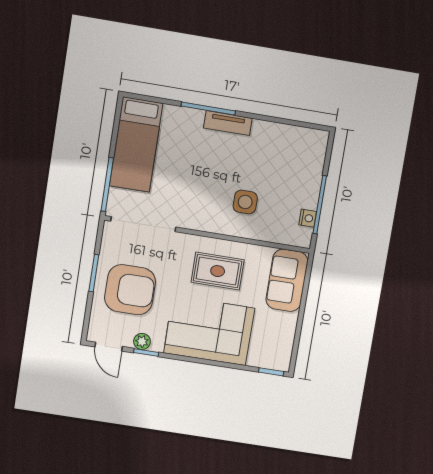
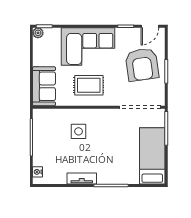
tv unit: (228, 123) -> (82, 179), moved
nightstand: (308, 218) -> (38, 172), moved
armchair: (130, 290) -> (142, 65), turned -98
plant: (142, 341) -> (38, 33), moved
door: (109, 347) -> (150, 26), swing flipped

